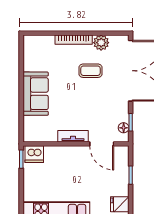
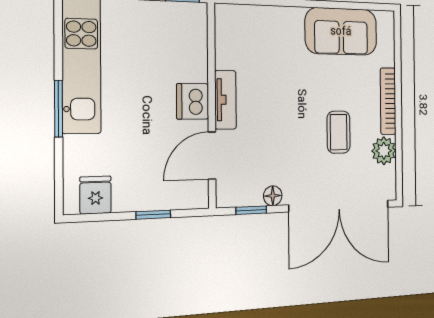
sofa: (36, 94) -> (341, 31), moved
floor lamp: (124, 128) -> (273, 196), moved
dishwasher: (34, 154) -> (193, 101), moved

